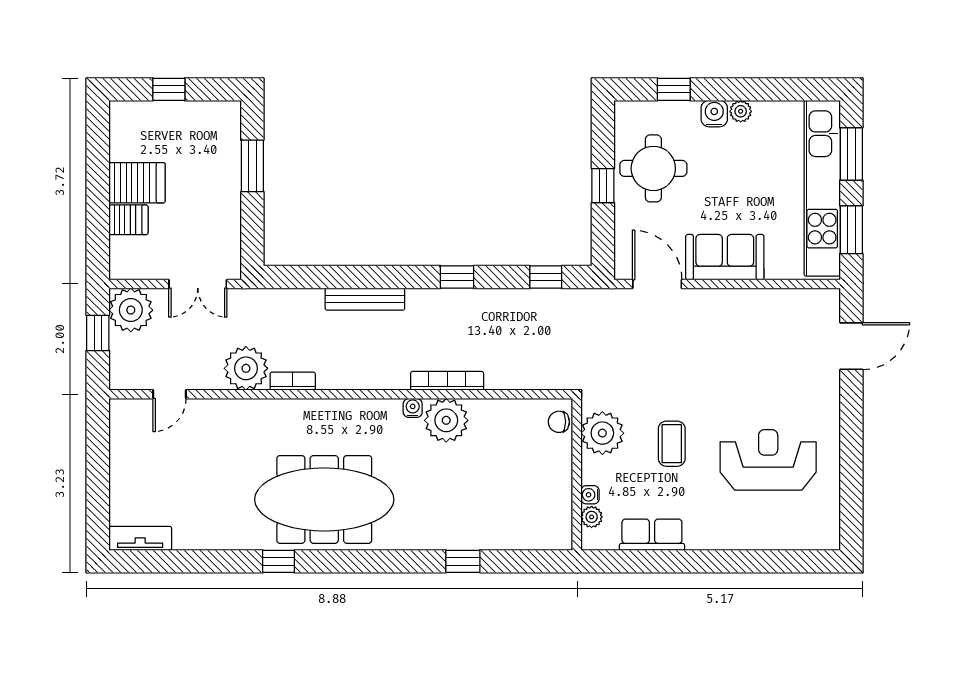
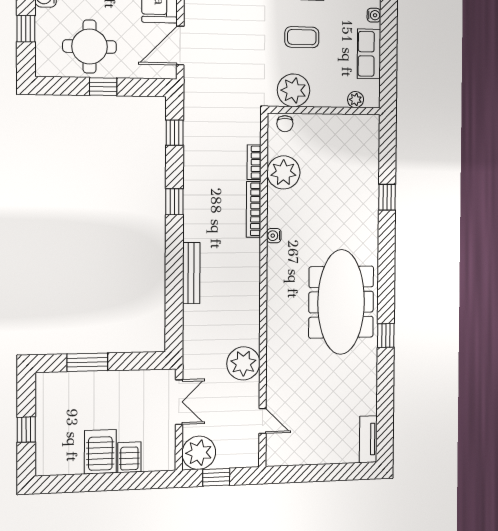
bookcase: (293, 381) -> (254, 162), moved
plant: (446, 420) -> (283, 172), moved
water cooler: (590, 495) -> (374, 15), moved, turned -90

